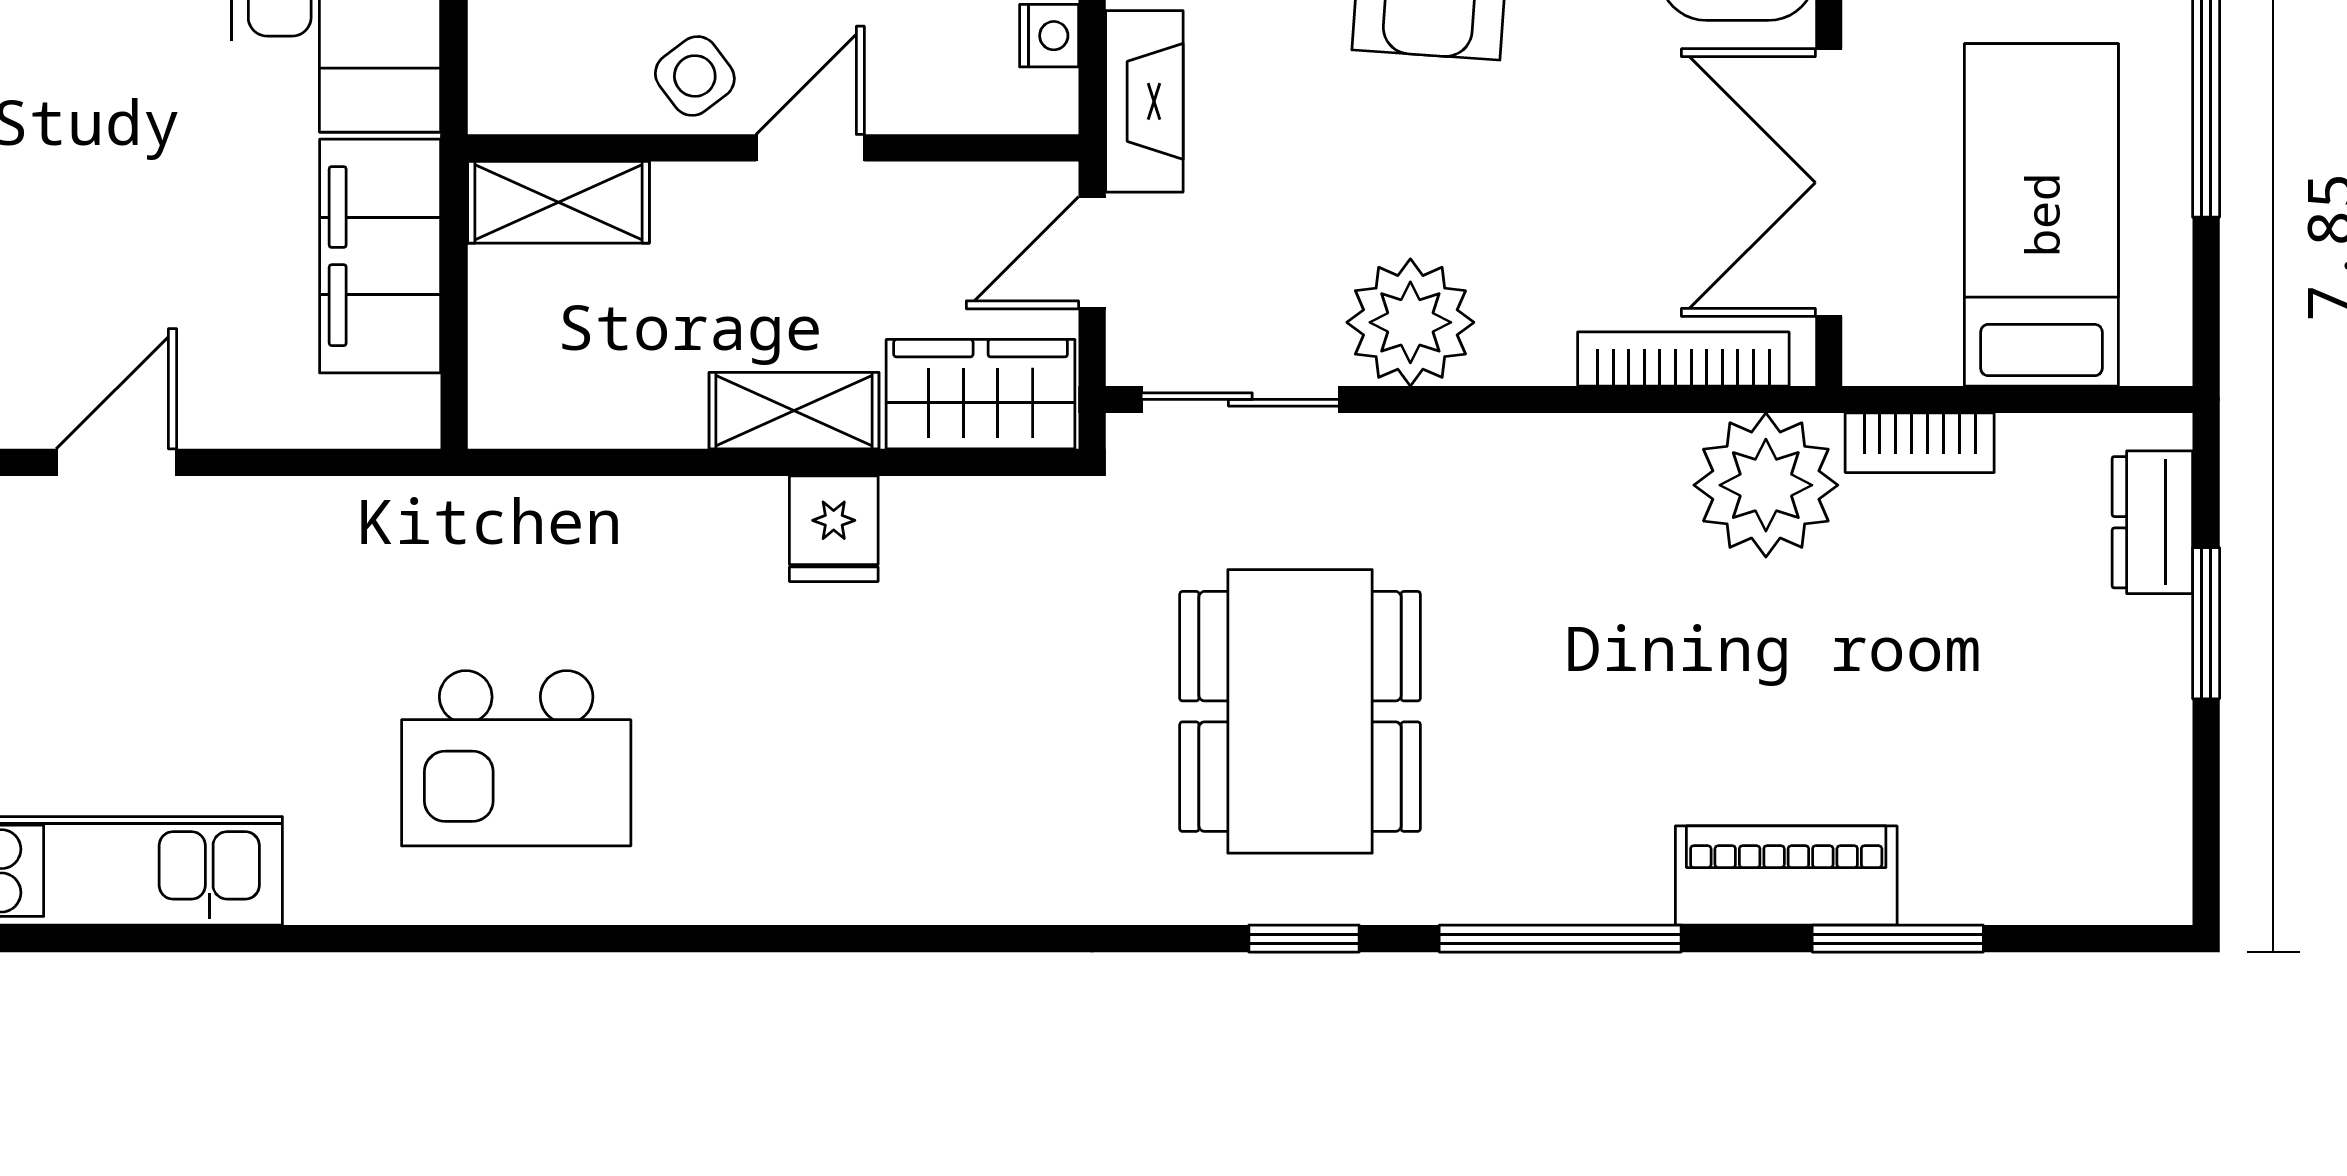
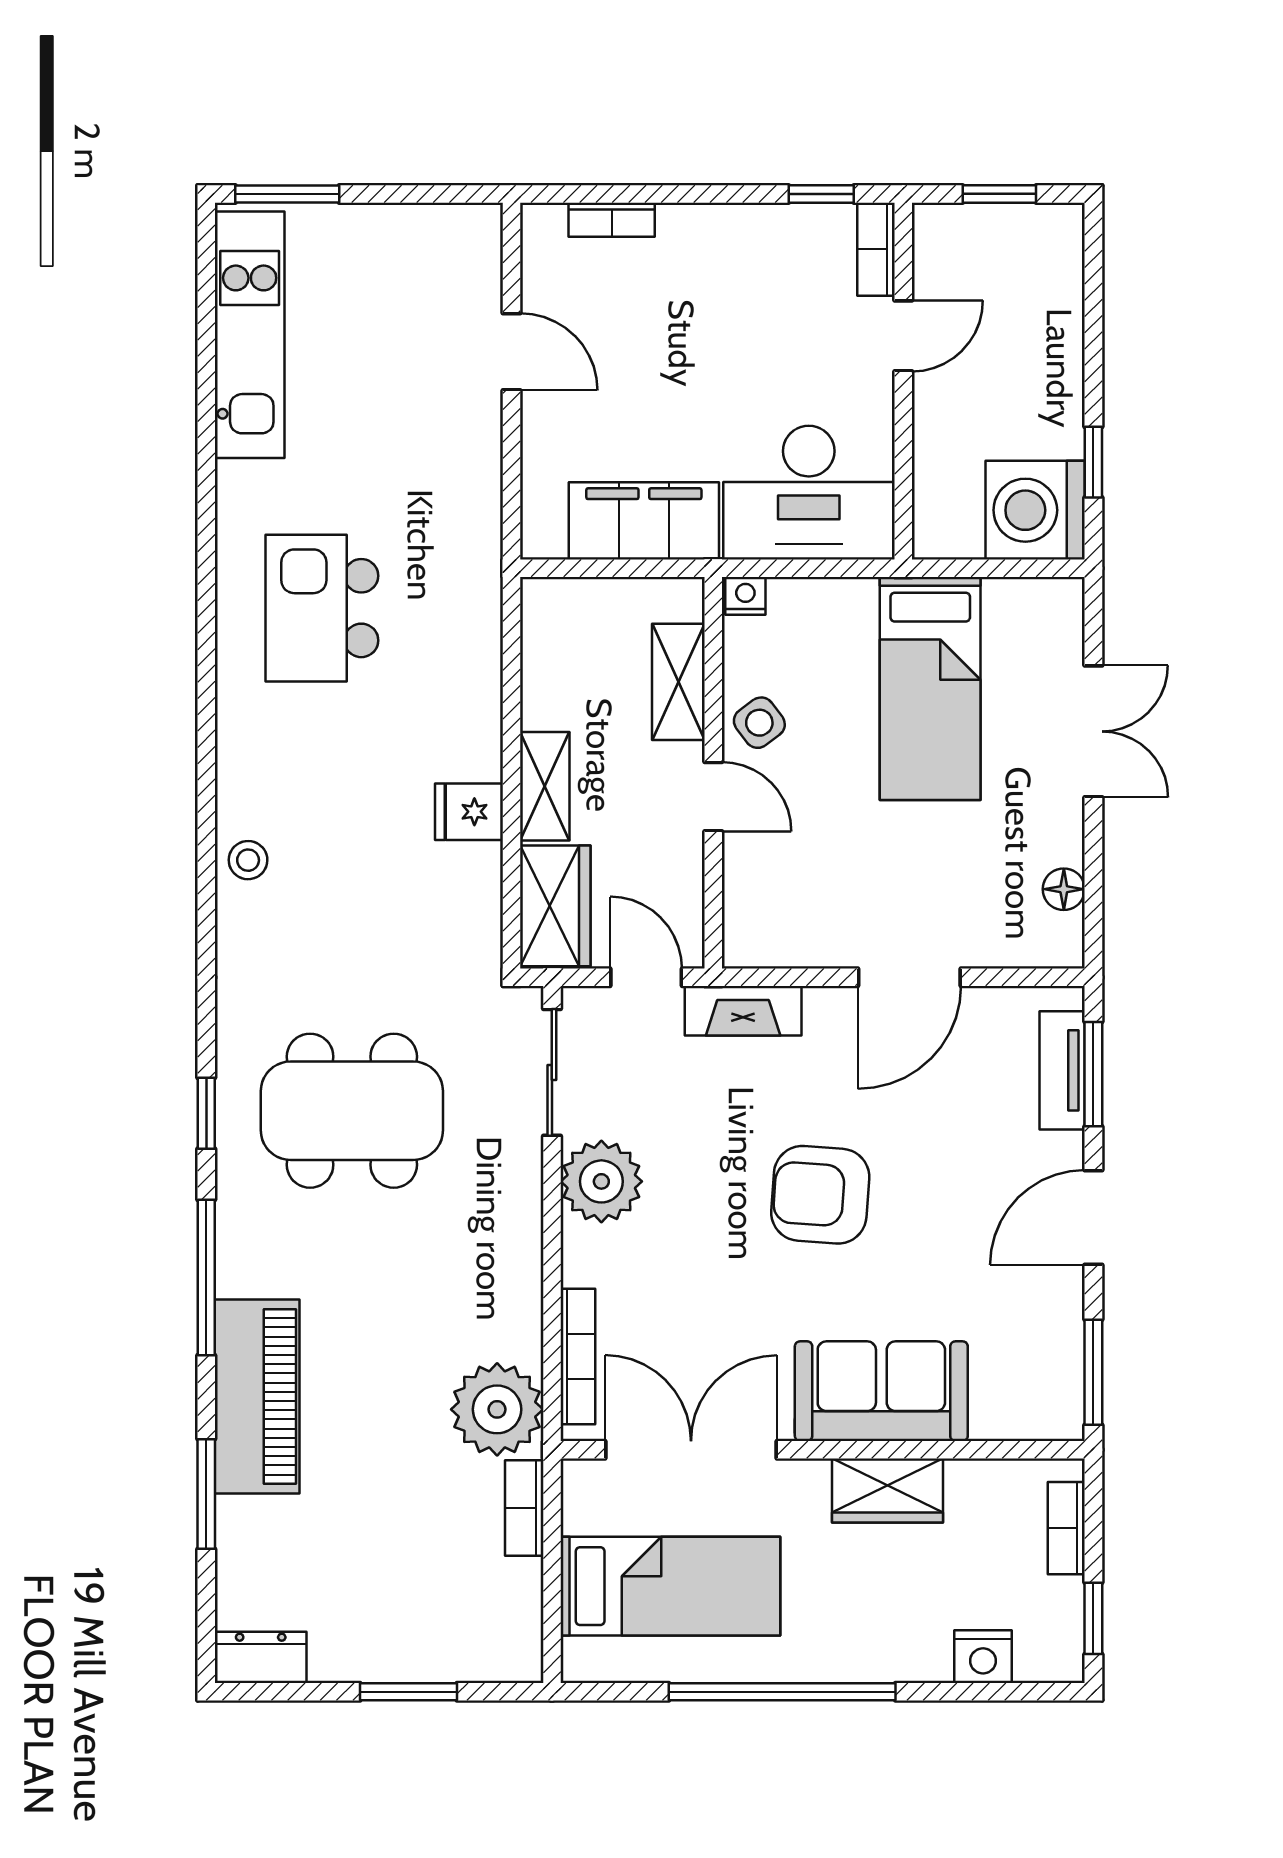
nightstand: (1049, 36) -> (745, 596), moved, turned 180
shelving: (558, 202) -> (678, 682), moved
dresser: (2152, 522) -> (261, 1657), moved
stool: (909, 873) -> (248, 860), added
piano: (1786, 875) -> (257, 1396), width x1.37, depth x1.33

